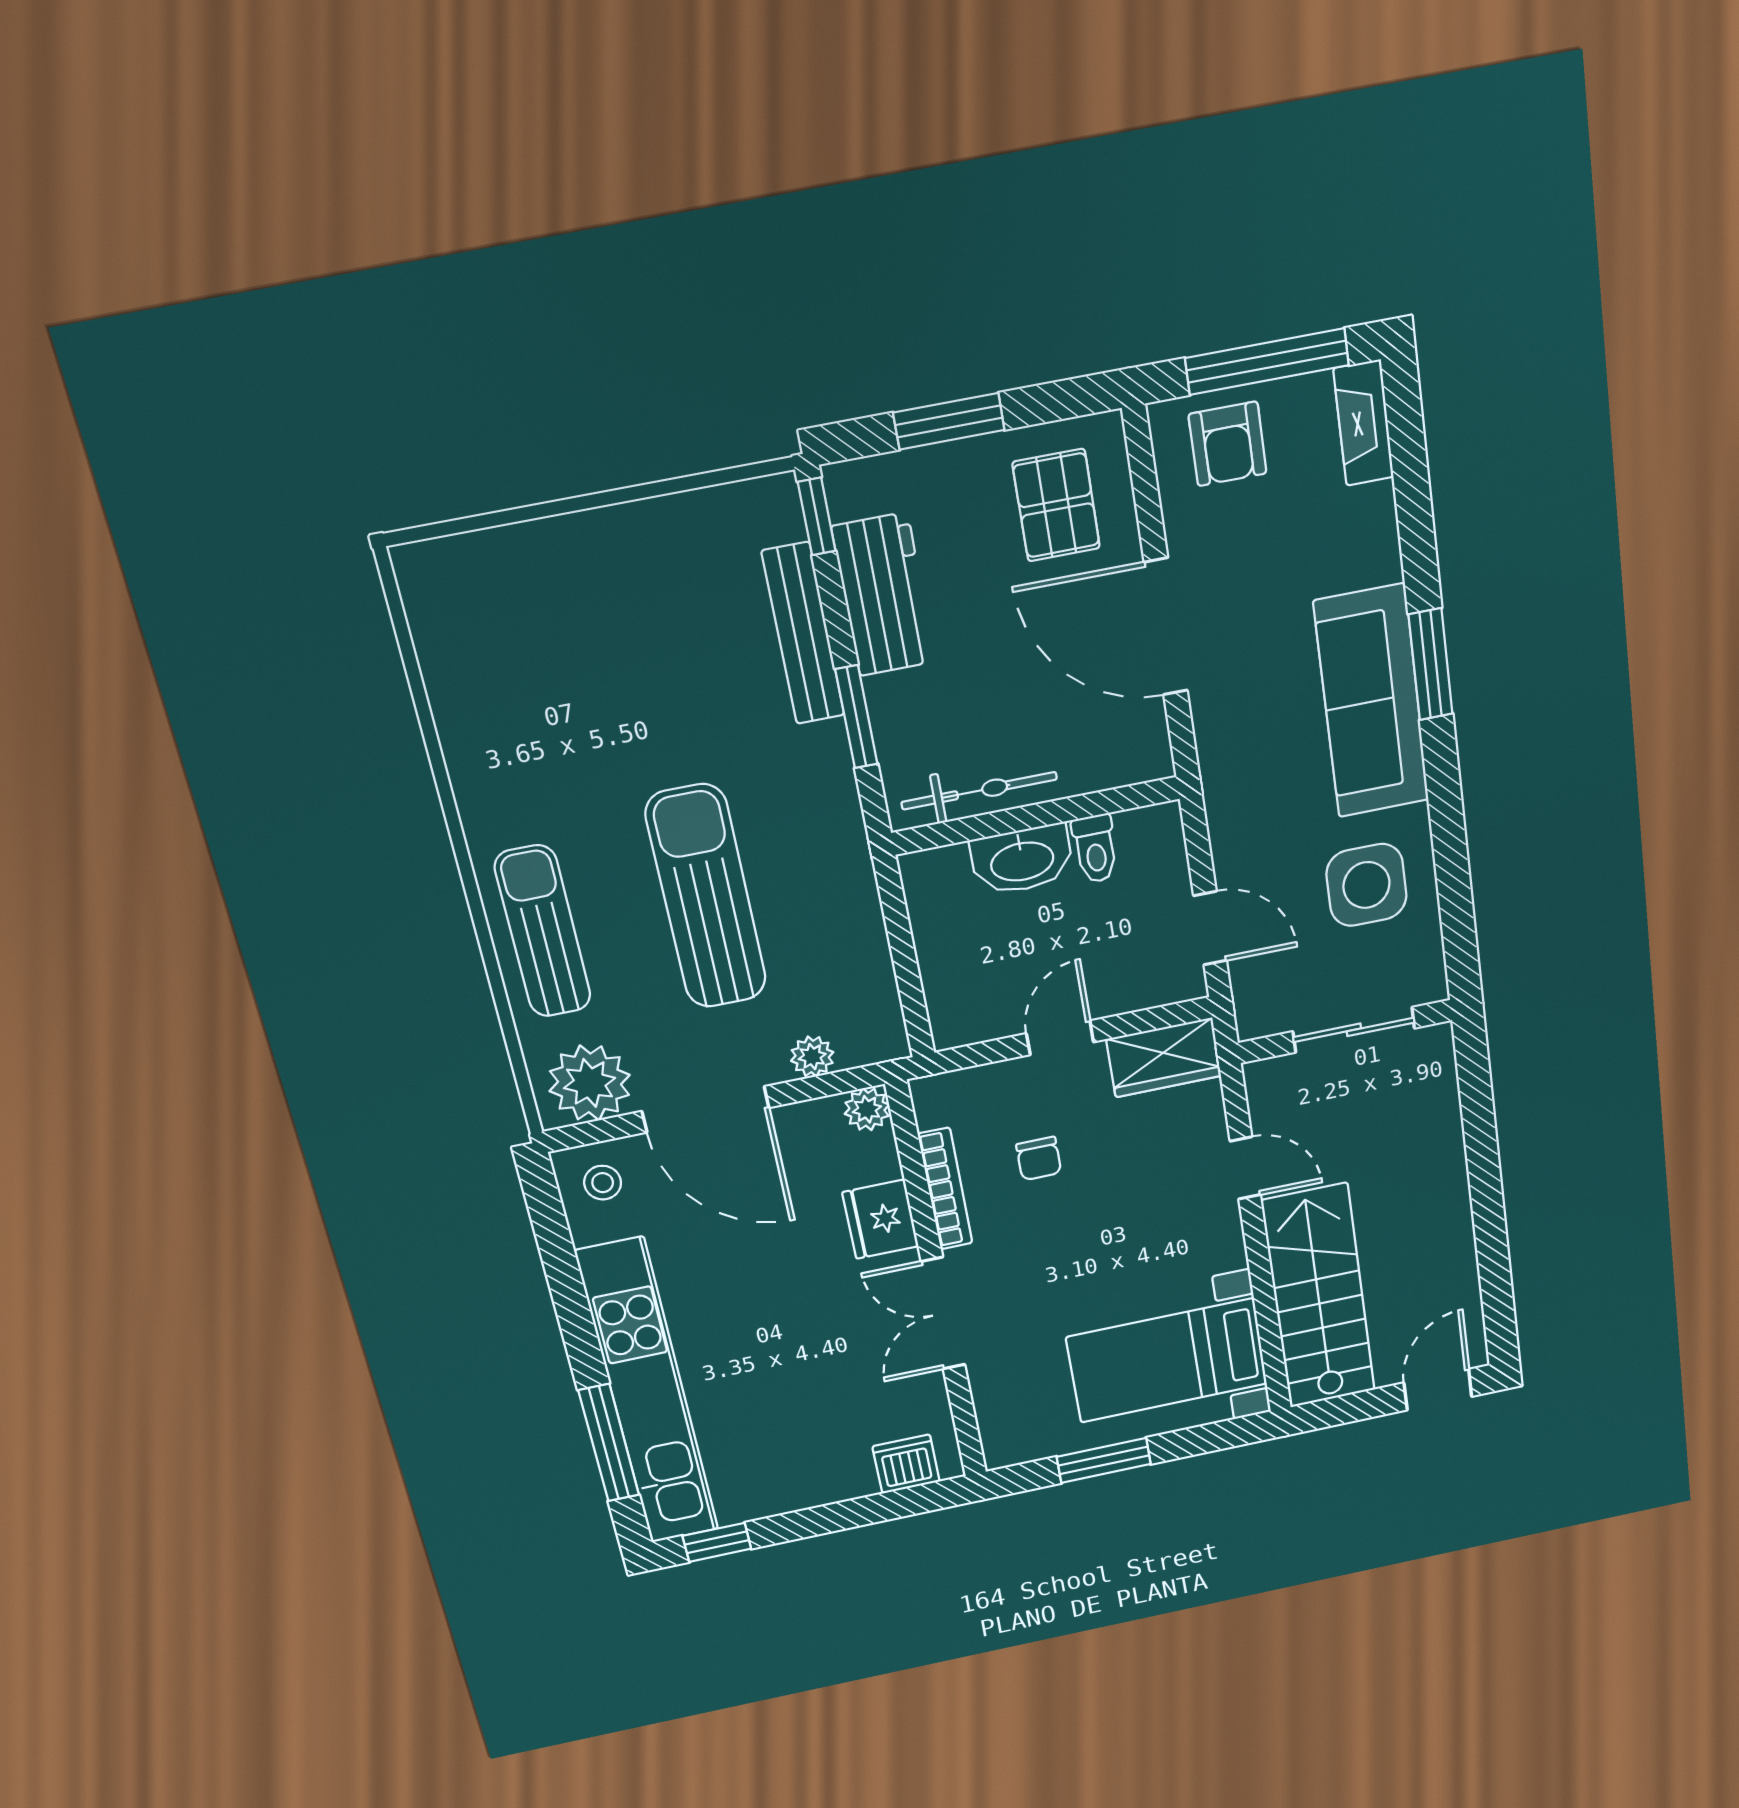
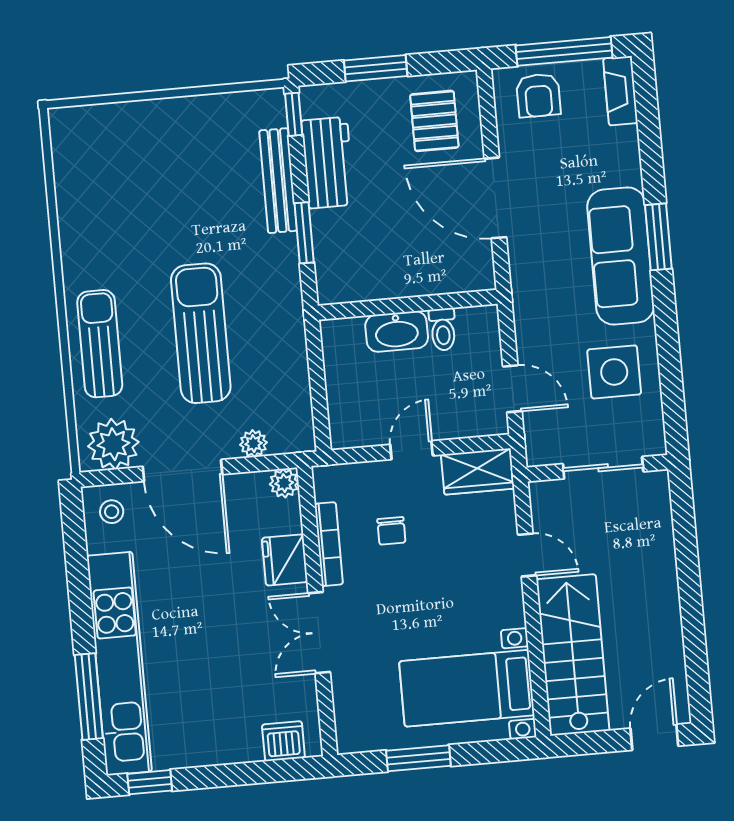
bicycle: (979, 791) -> (374, 285), removed

